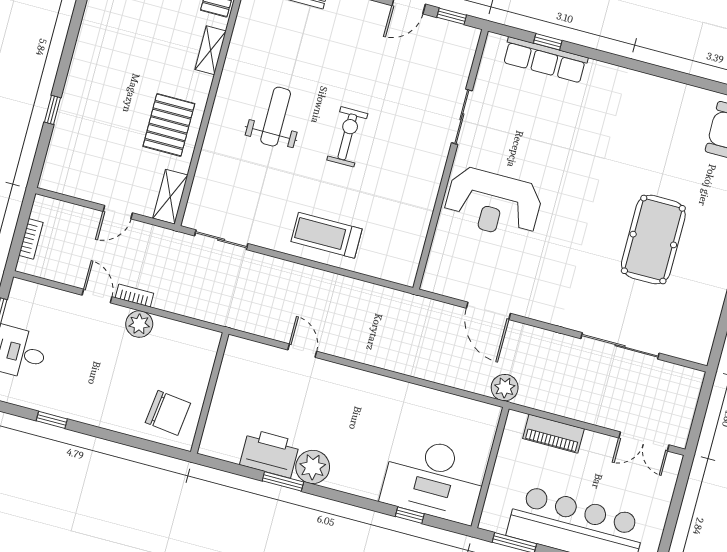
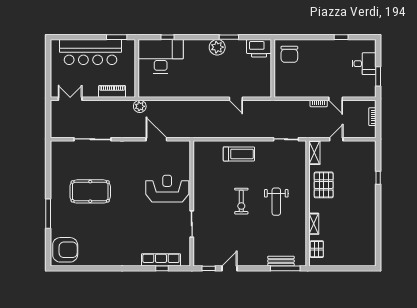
pool table: (653, 240) -> (90, 191), turned 90
plant: (139, 324) -> (313, 91), removed
chair: (168, 413) -> (289, 54), turned -97
printer: (270, 453) -> (259, 48), moved

